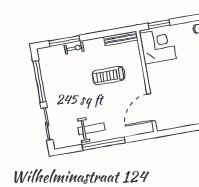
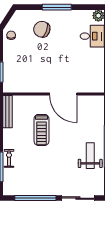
corner desk: (158, 46) -> (21, 77), removed
door: (151, 107) -> (63, 94), moved

